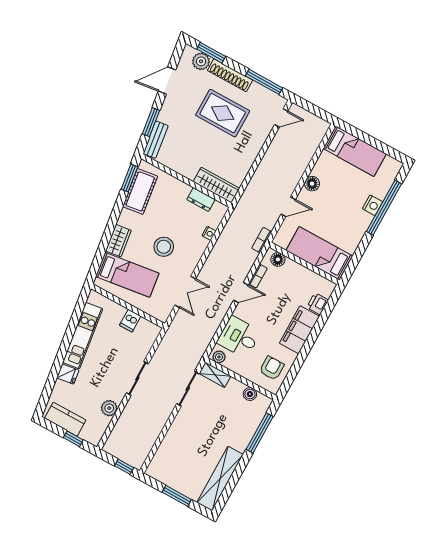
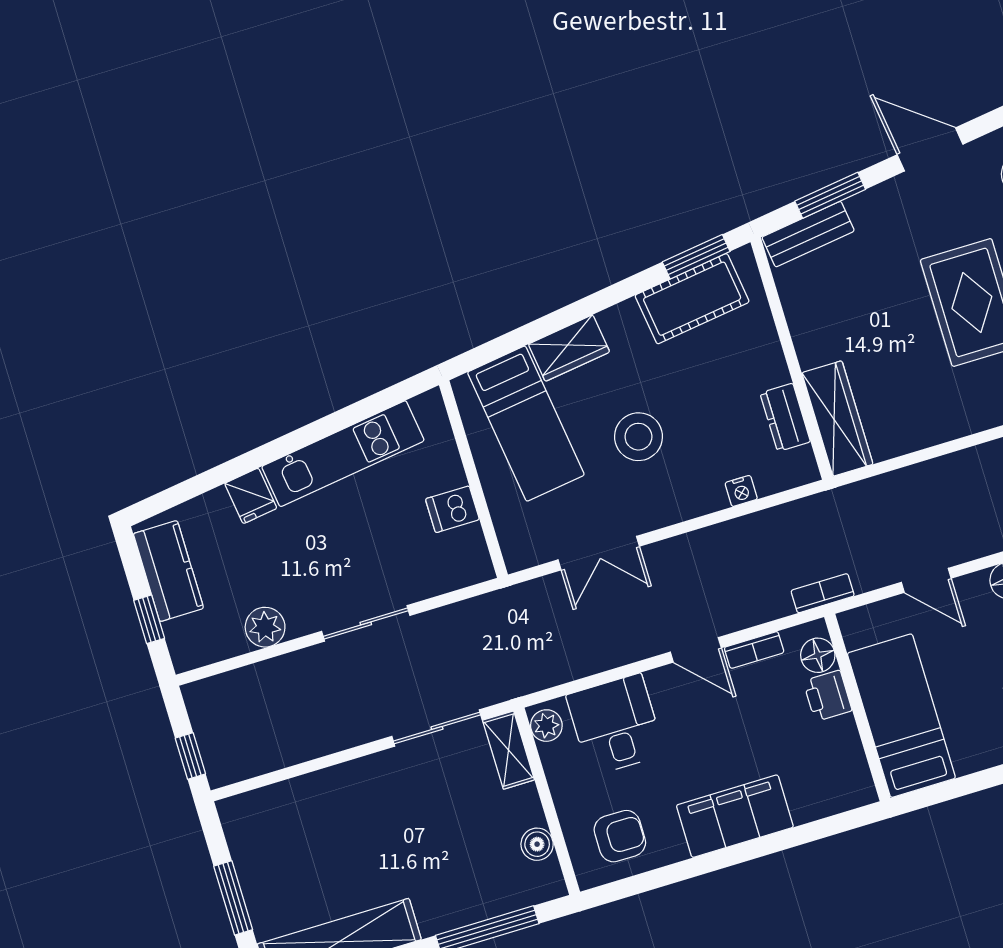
printer: (318, 304) -> (828, 696), moved, turned -90

